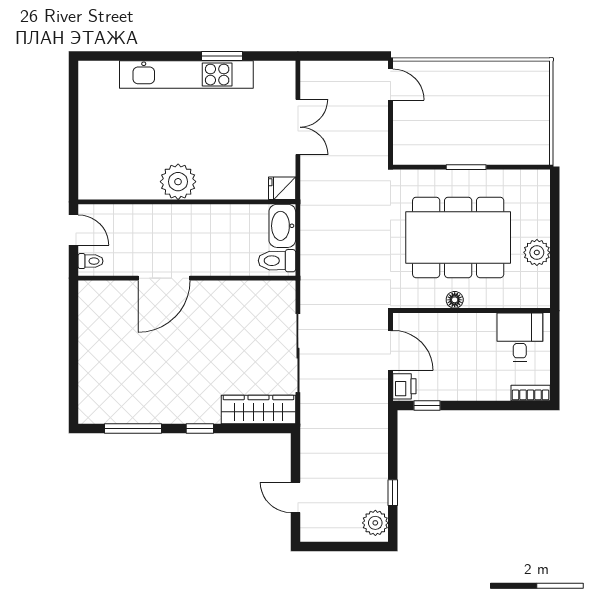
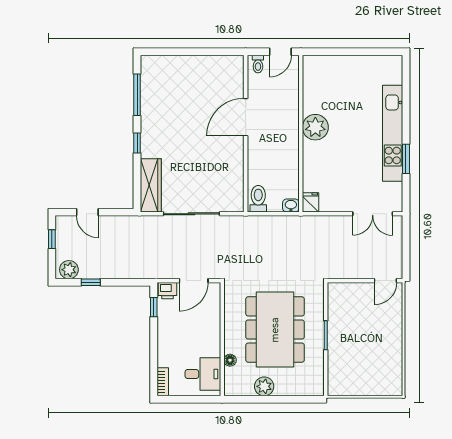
double door: (298, 127) -> (373, 214), moved
washbasin: (282, 226) -> (291, 206), width x0.52, depth x0.69
door: (164, 278) -> (246, 117), hinge flipped
floor lamp: (455, 300) -> (230, 360), moved
door: (296, 497) -> (87, 212), swing flipped
window: (333, 547) -> (52, 239), added

